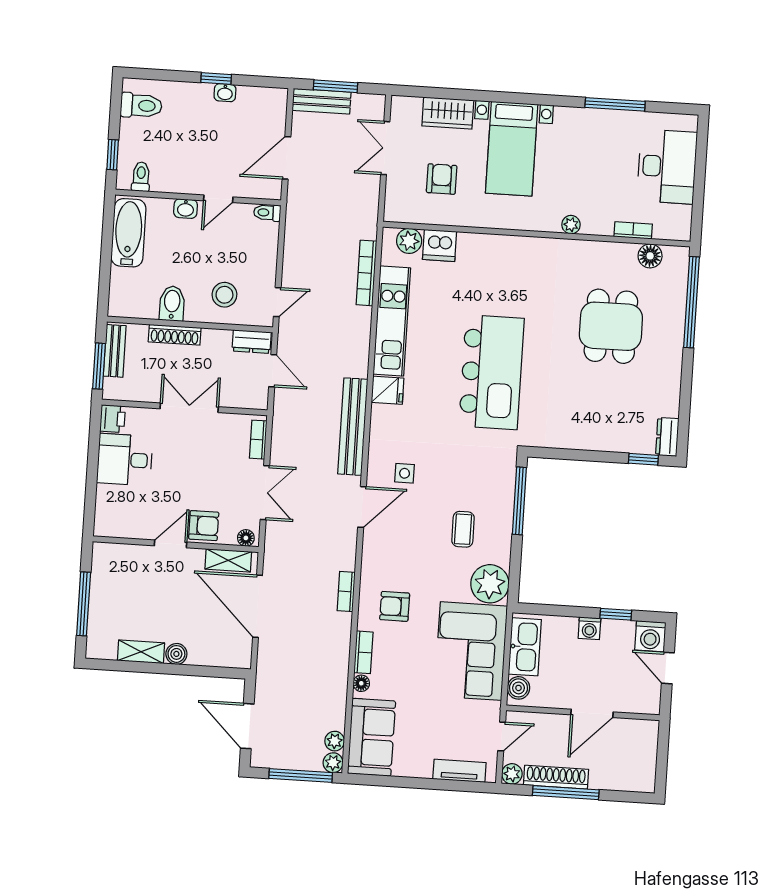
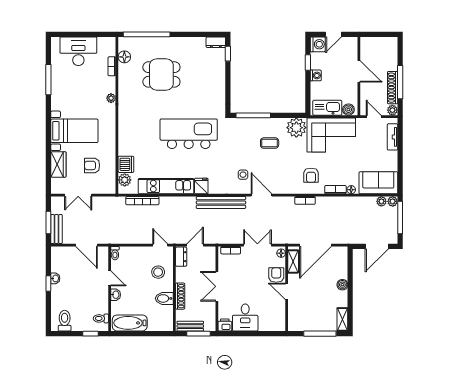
shelving: (141, 652) -> (342, 319), moved

